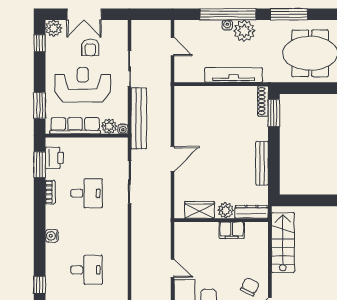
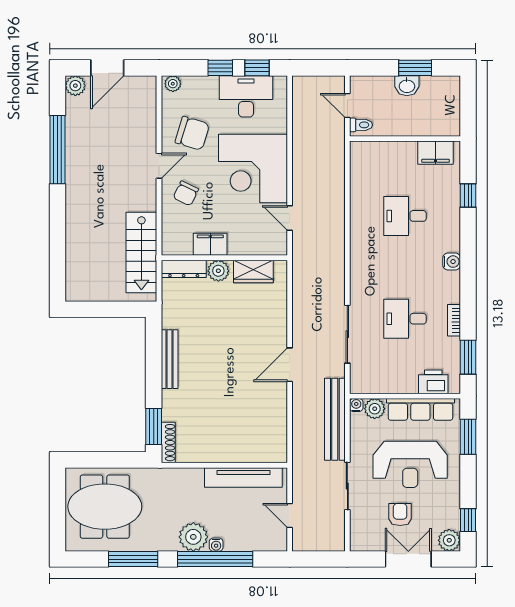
tv unit: (234, 75) -> (243, 477), moved
printer: (54, 158) -> (433, 382), moved, turned 90
wardrobe: (199, 210) -> (253, 271), moved
plant: (226, 210) -> (218, 271), moved
dresser: (251, 212) -> (184, 269), moved
wall: (221, 220) -> (224, 258), moved
filing cabinet: (232, 230) -> (210, 244), moved

